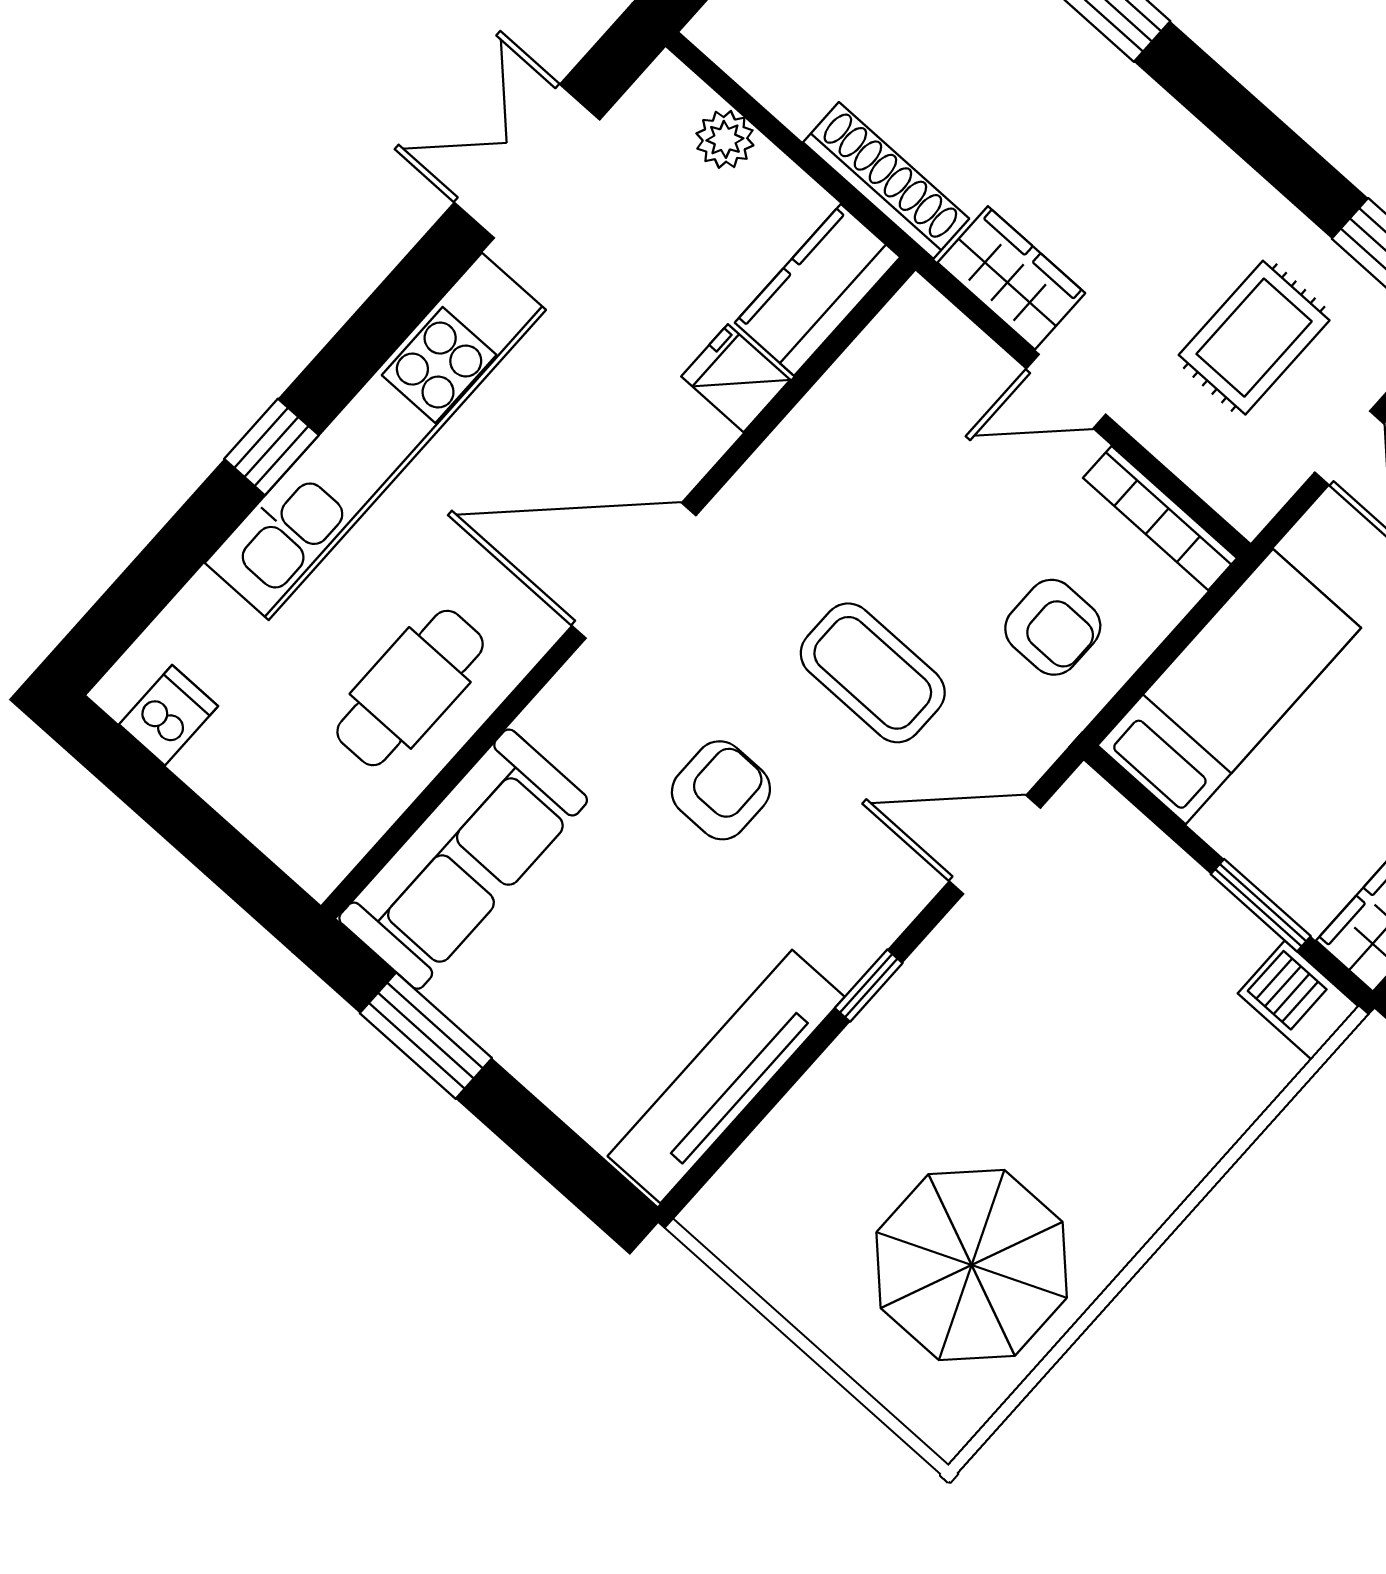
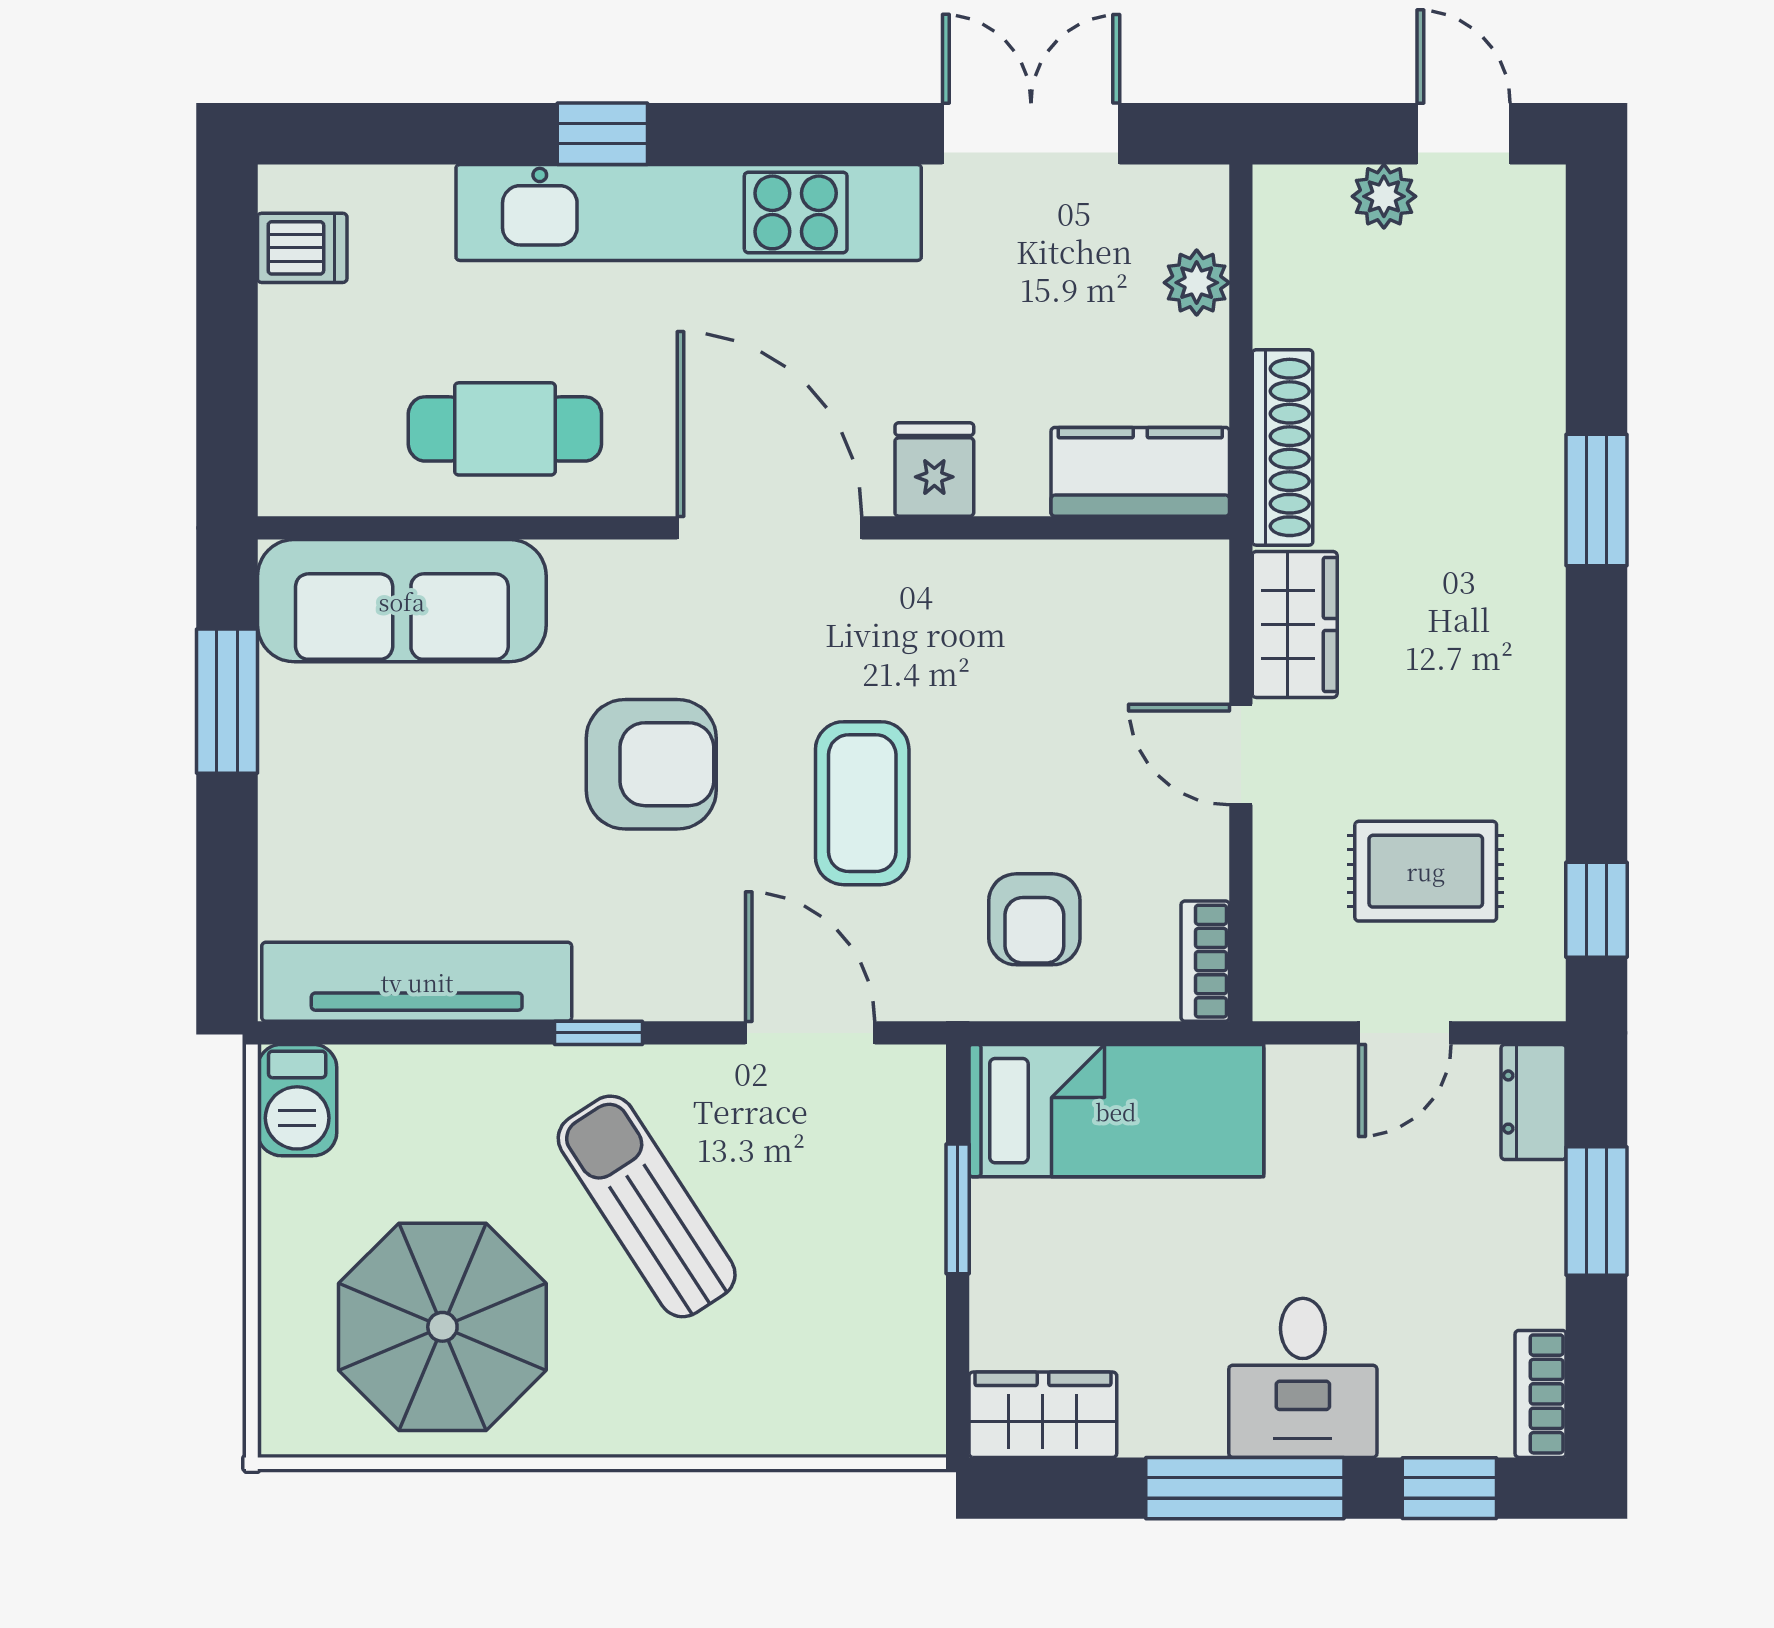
fridge: (736, 378) -> (934, 469), moved
bookcase: (1160, 518) -> (1205, 961), width x0.64
armchair: (721, 790) -> (651, 764), width x1.38, depth x1.38
window: (1261, 905) -> (958, 1209), moved
barbecue: (1298, 1000) -> (297, 1100), moved, turned 180
sun lounger: (1013, 1057) -> (647, 1206), added

